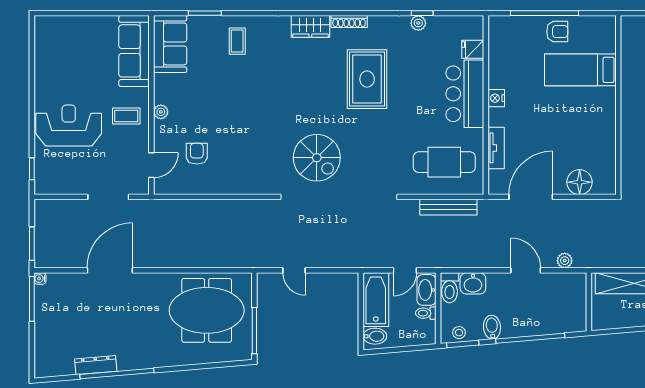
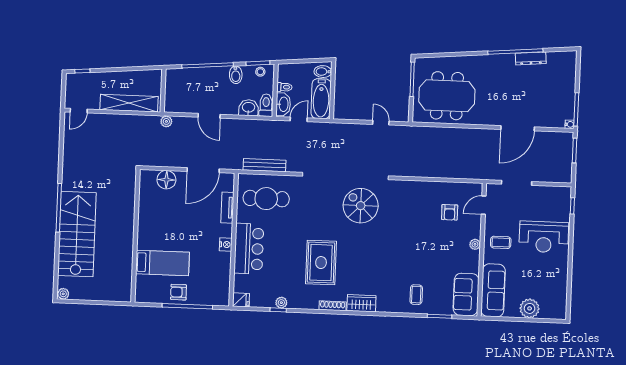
plant: (84, 29) -> (530, 308), added
fridge: (473, 49) -> (241, 300), moved
plant: (565, 261) -> (166, 121), moved

